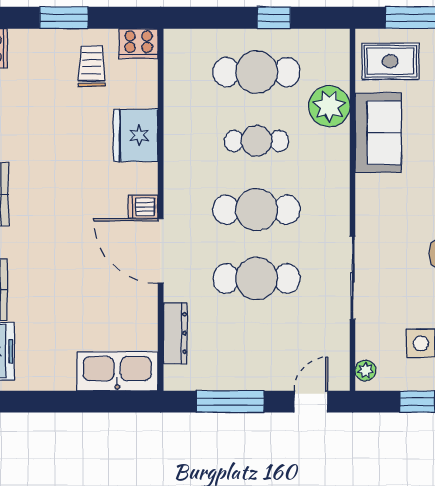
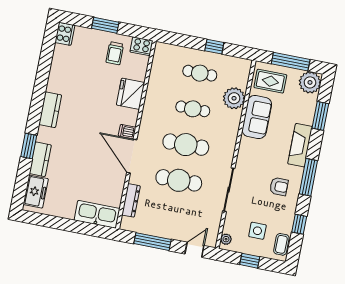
trolley: (92, 66) -> (115, 53), turned 180
cafe table: (257, 72) -> (200, 73), width x0.73, depth x0.74

